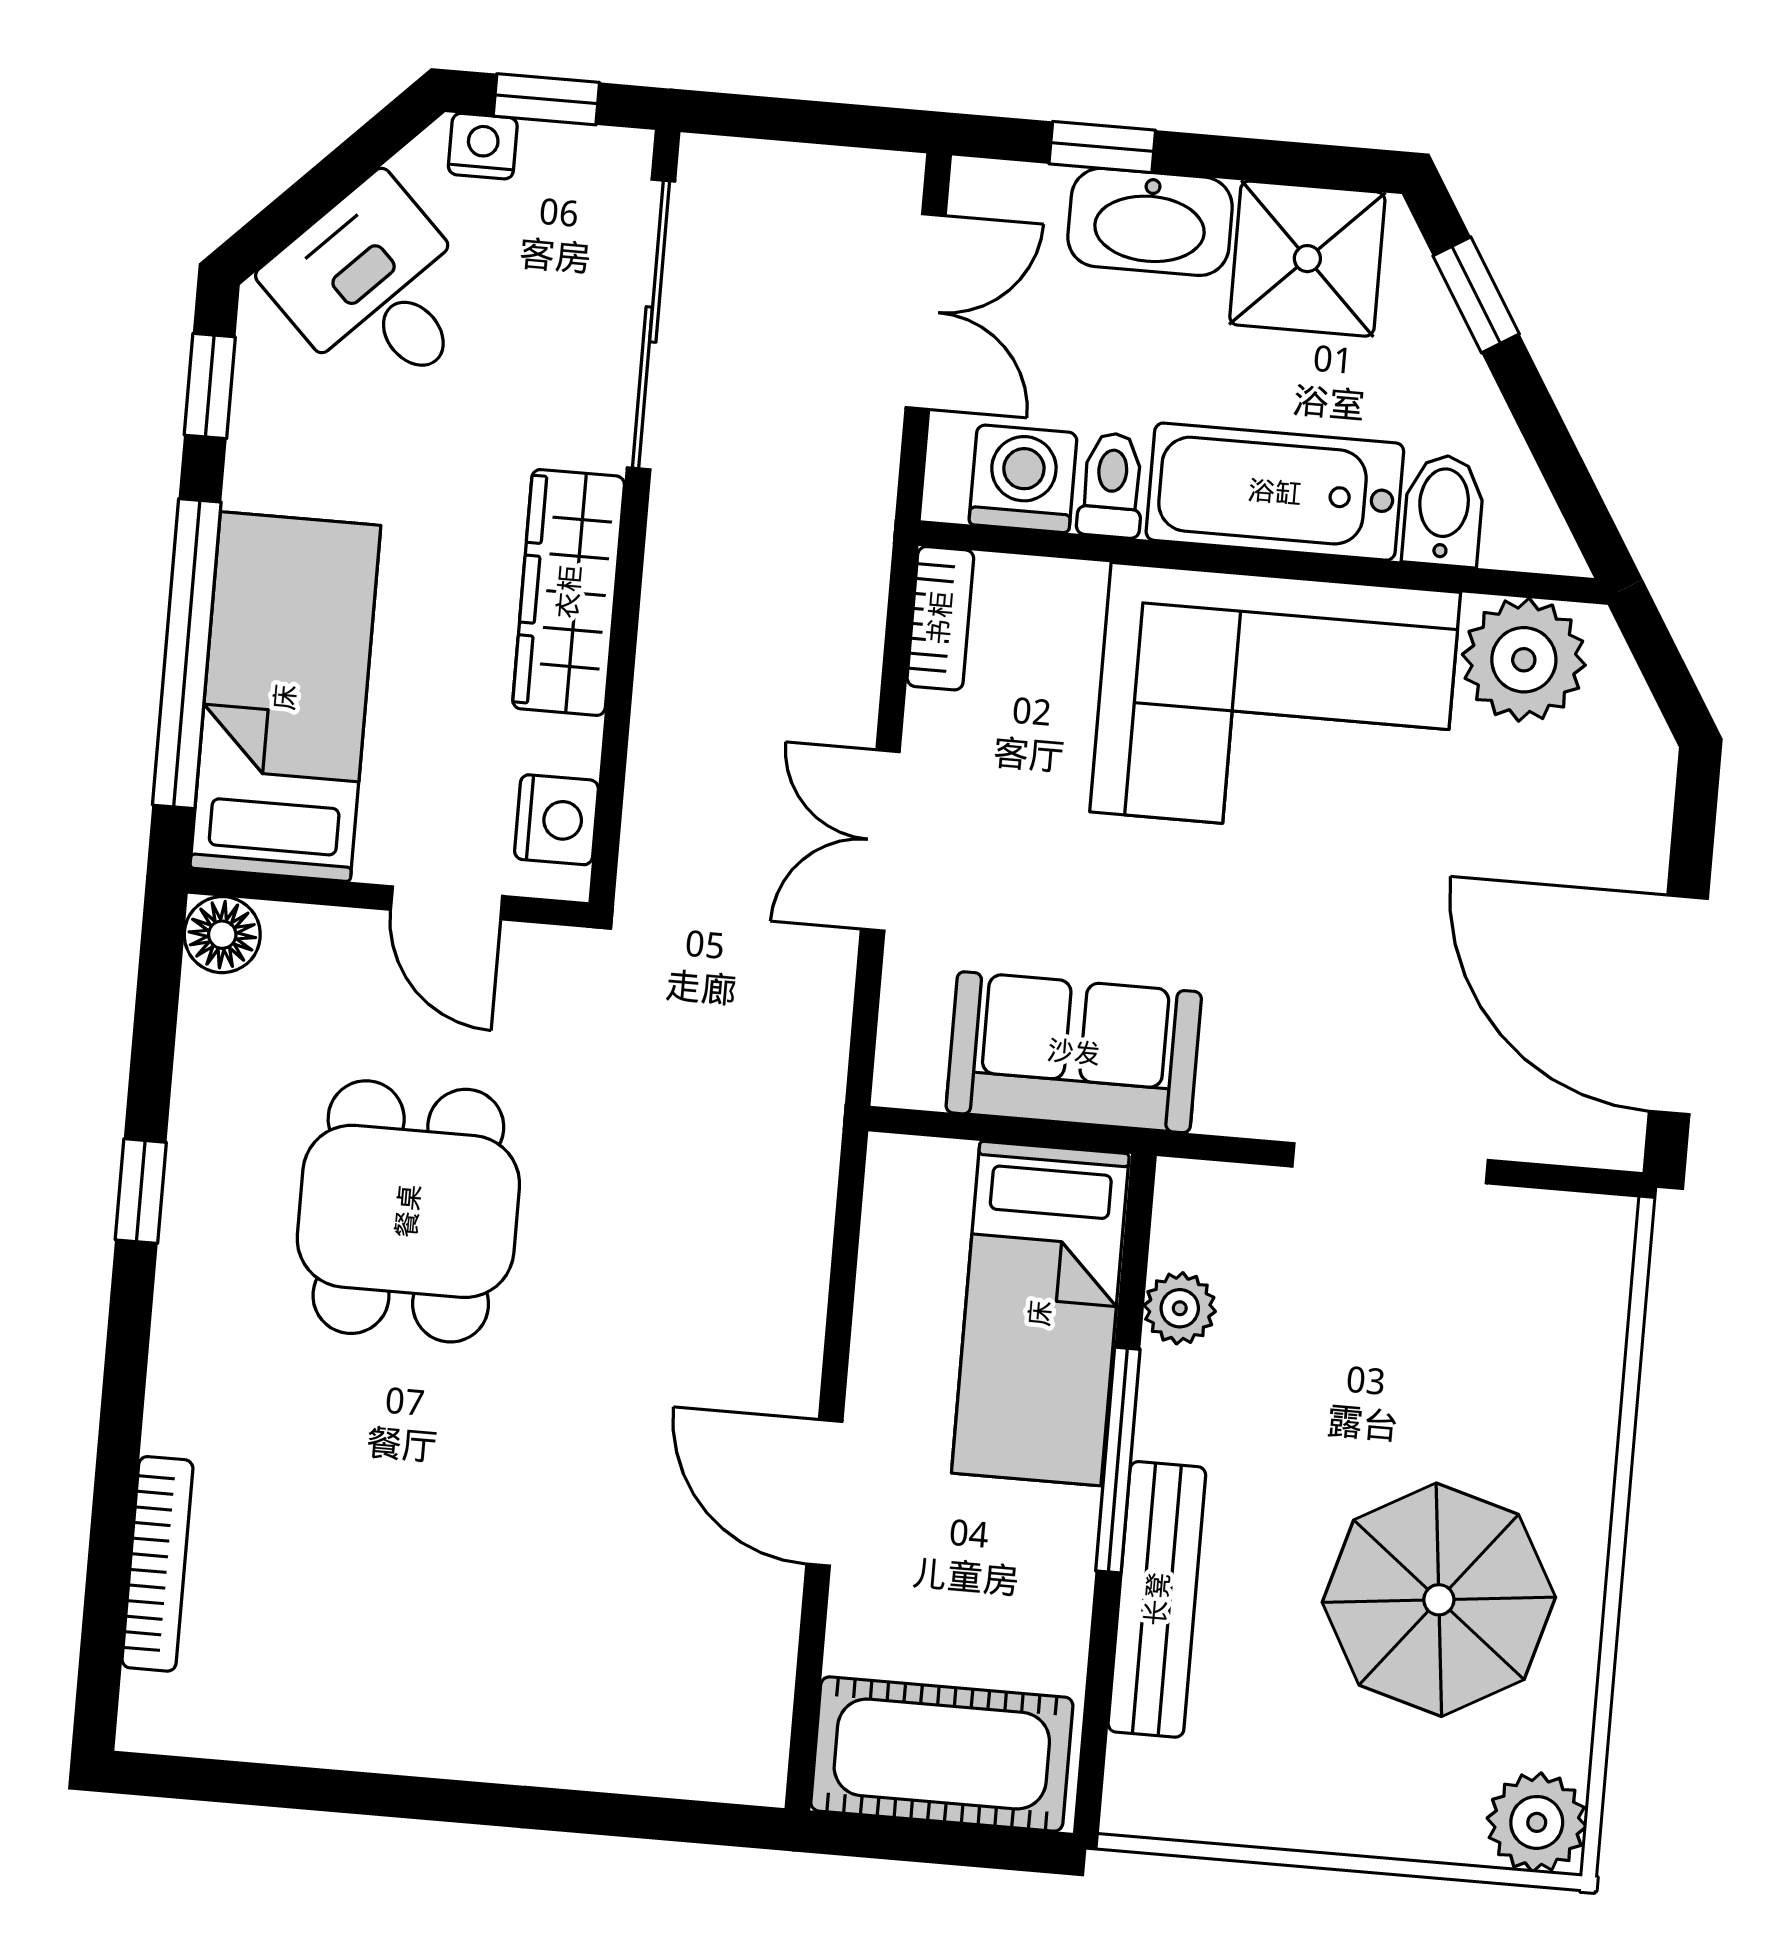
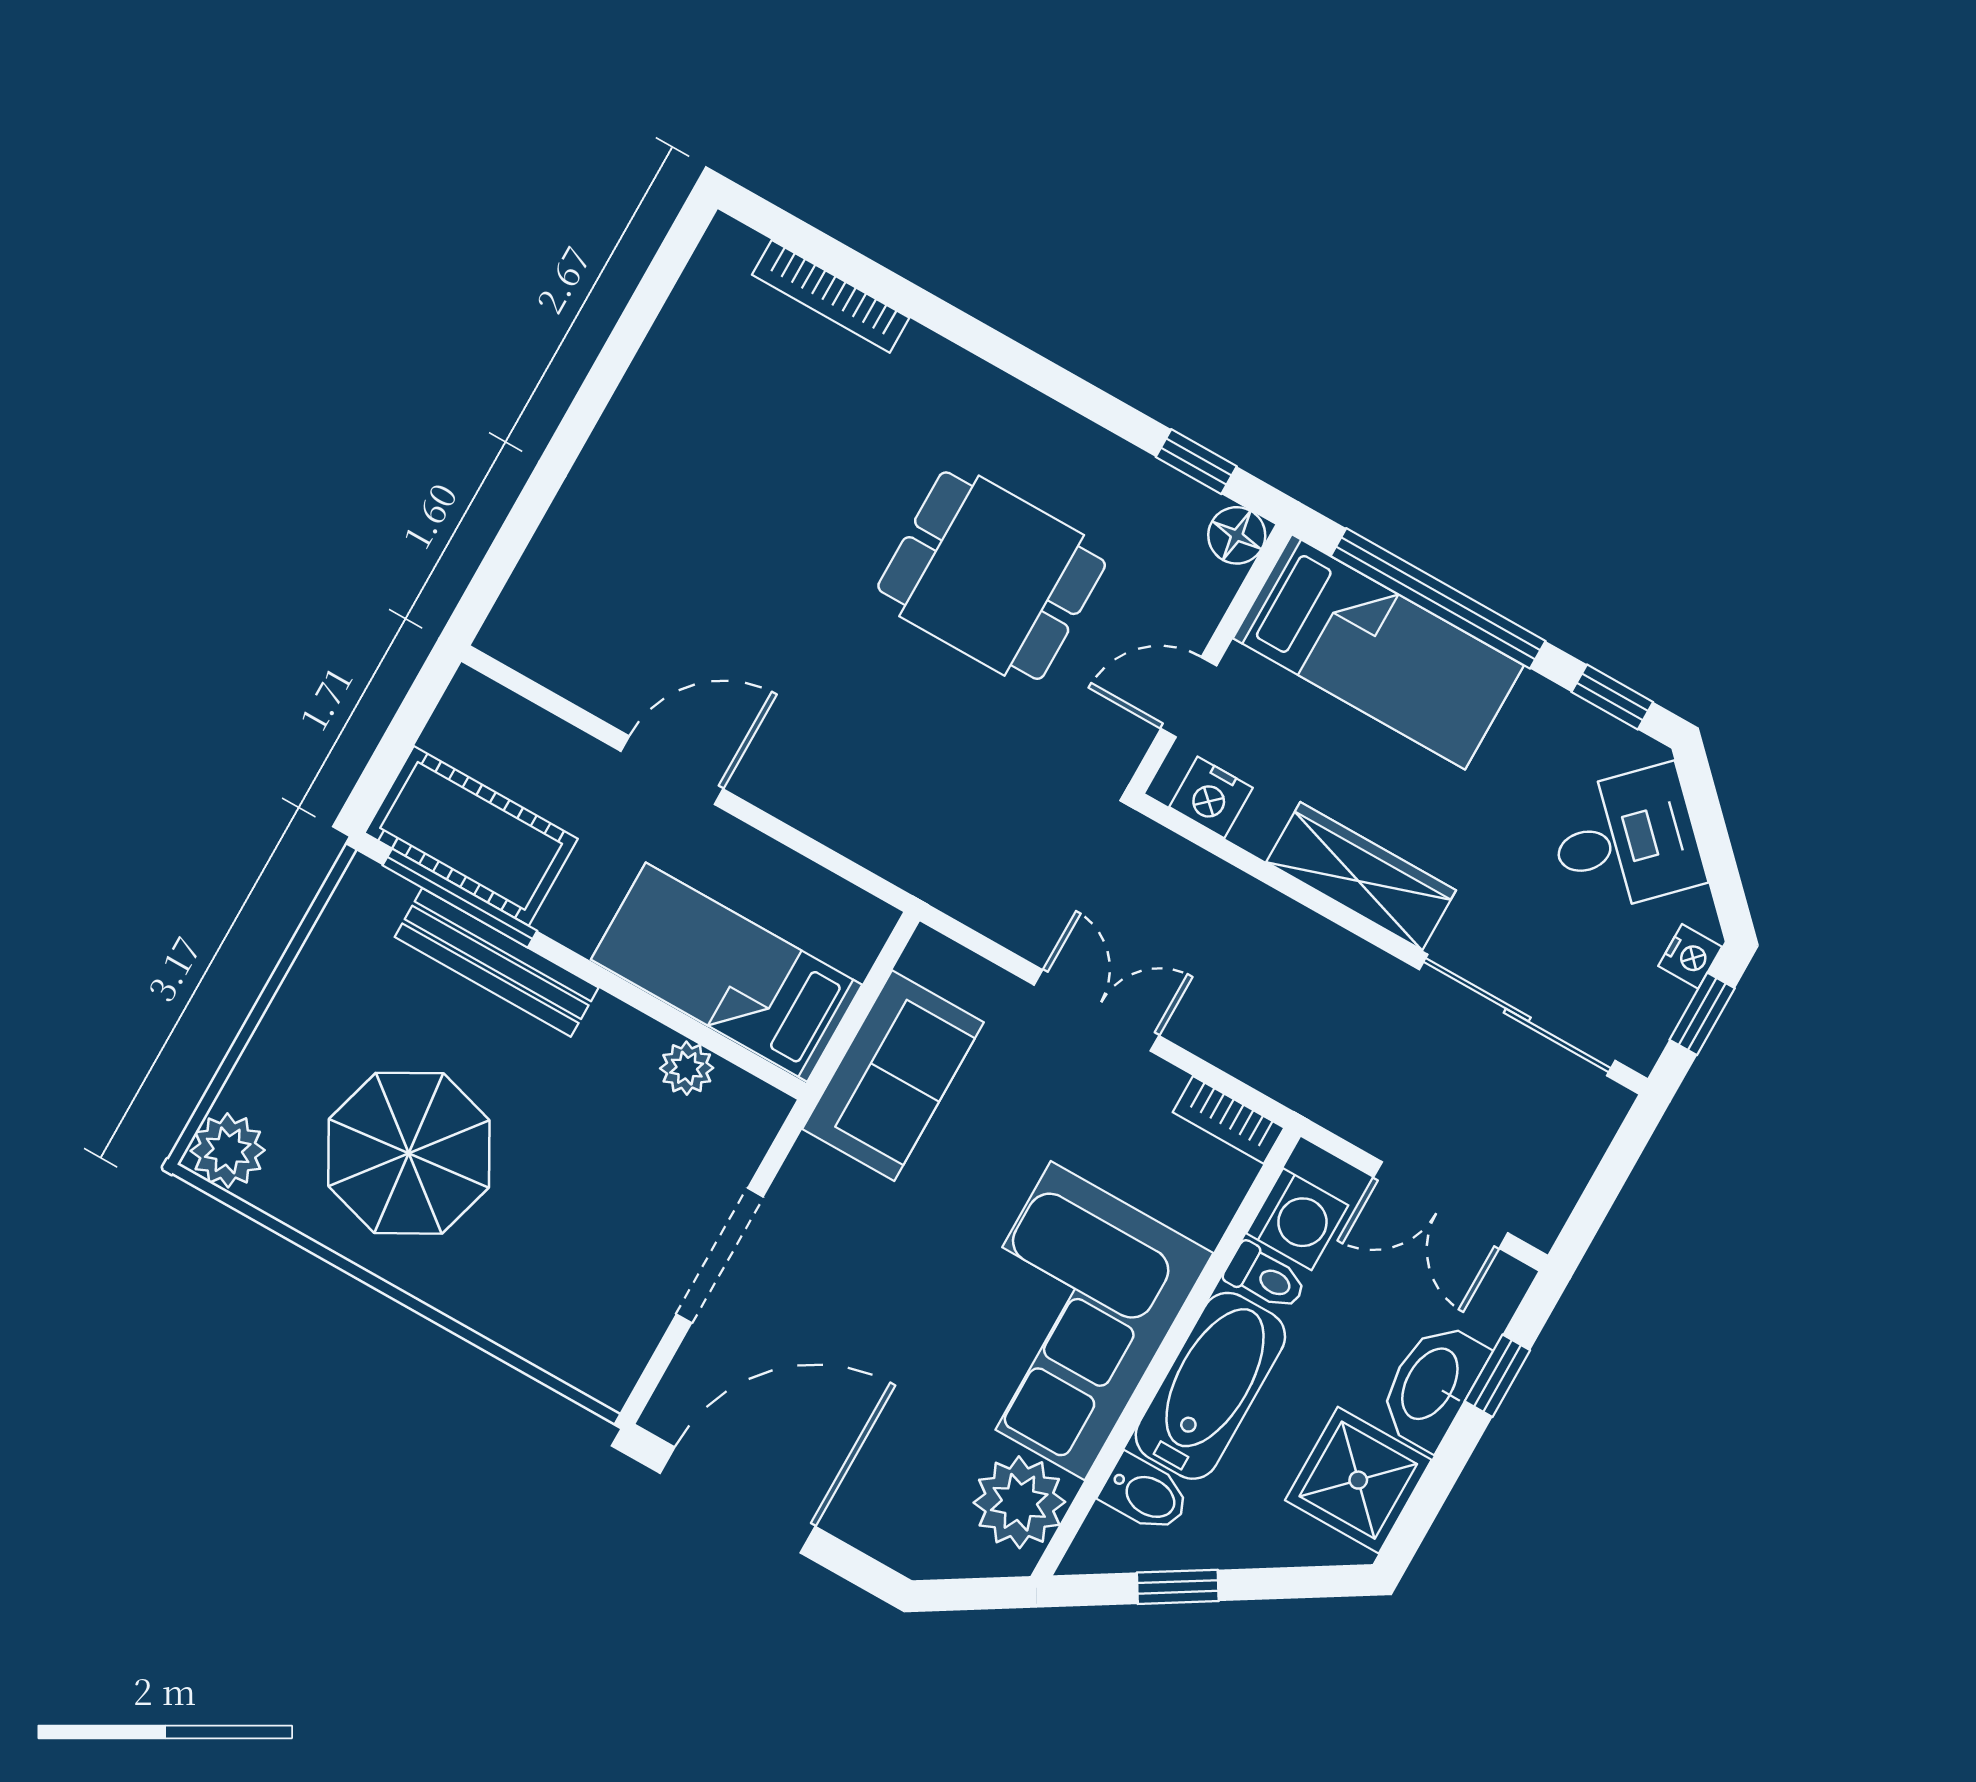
window: (1476, 295) -> (1178, 1587), moved
window: (141, 1191) -> (1196, 462), moved
window: (1118, 1460) -> (460, 898), moved
cot: (942, 1754) -> (471, 836), moved, turned 90

